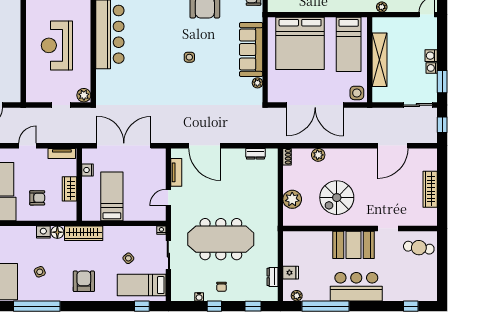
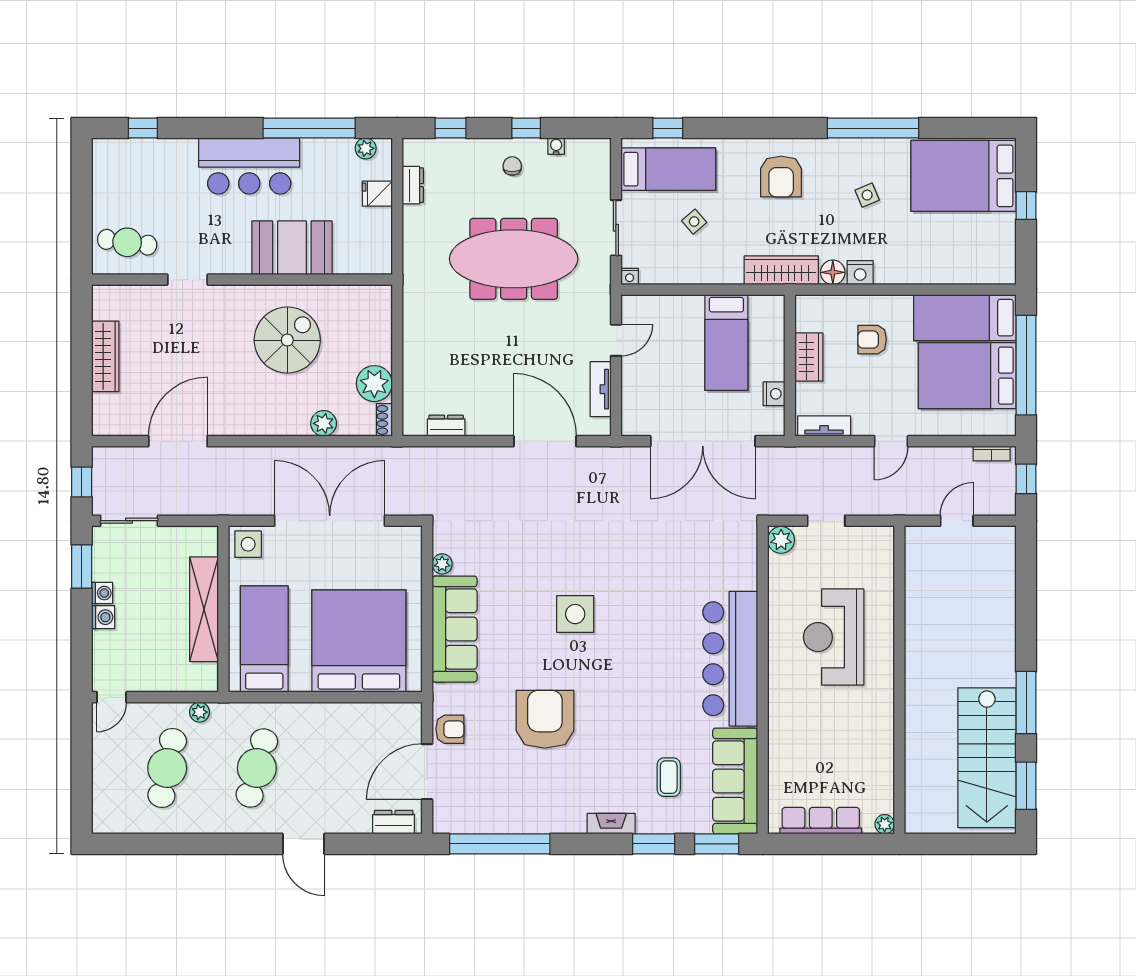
reception desk: (57, 45) -> (834, 637), turned 180
side table: (189, 57) -> (575, 614), width x1.87, depth x1.87
plant: (292, 199) -> (374, 384), moved
booth: (353, 245) -> (292, 248), moved

